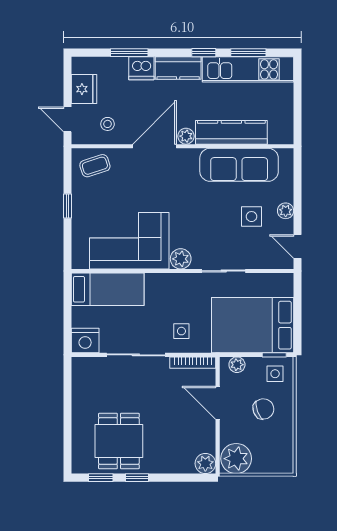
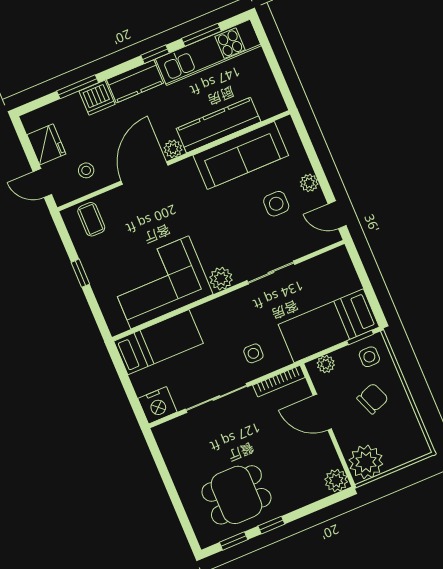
coffee table: (95, 166) -> (91, 219), turned -72
bed: (253, 325) -> (329, 326), width x0.67
dining table: (119, 441) -> (236, 495), turned 90

